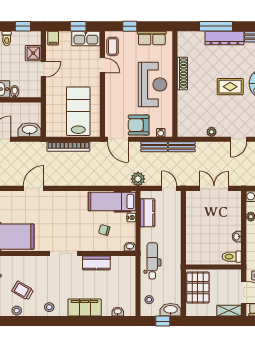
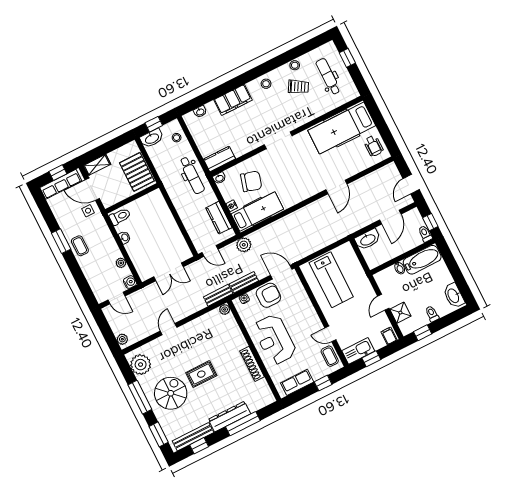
plant: (212, 132) -> (225, 309), moved
bookcase: (68, 147) -> (324, 242), removed
chair: (104, 230) -> (251, 181), width x1.87, depth x1.87
kitchen counter: (96, 263) -> (219, 159), moved

